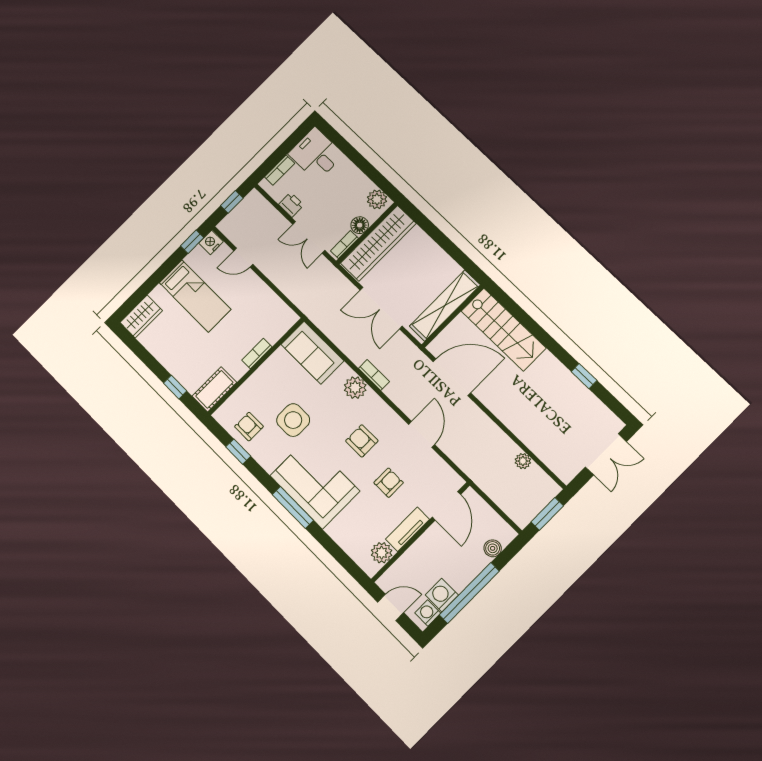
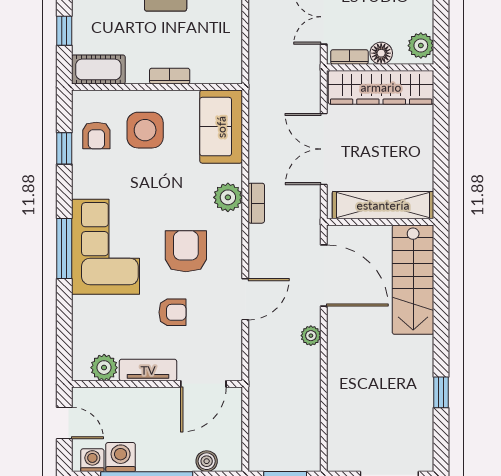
side table: (293, 420) -> (145, 130), moved
armchair: (249, 427) -> (96, 135), turned 180
armchair: (362, 441) -> (186, 251), width x1.38, depth x1.38
plant: (523, 461) -> (311, 336), moved

